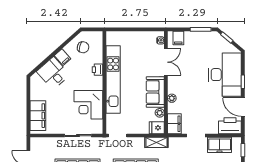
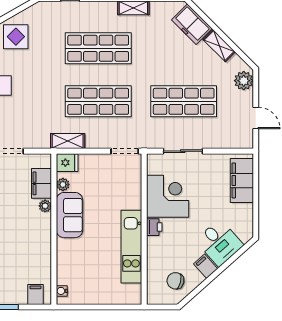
double door: (166, 62) -> (54, 259), removed
printer: (97, 70) -> (154, 227), moved
kitchen unit: (113, 80) -> (131, 247), width x0.73
filing cabinet: (174, 124) -> (41, 183), moved

